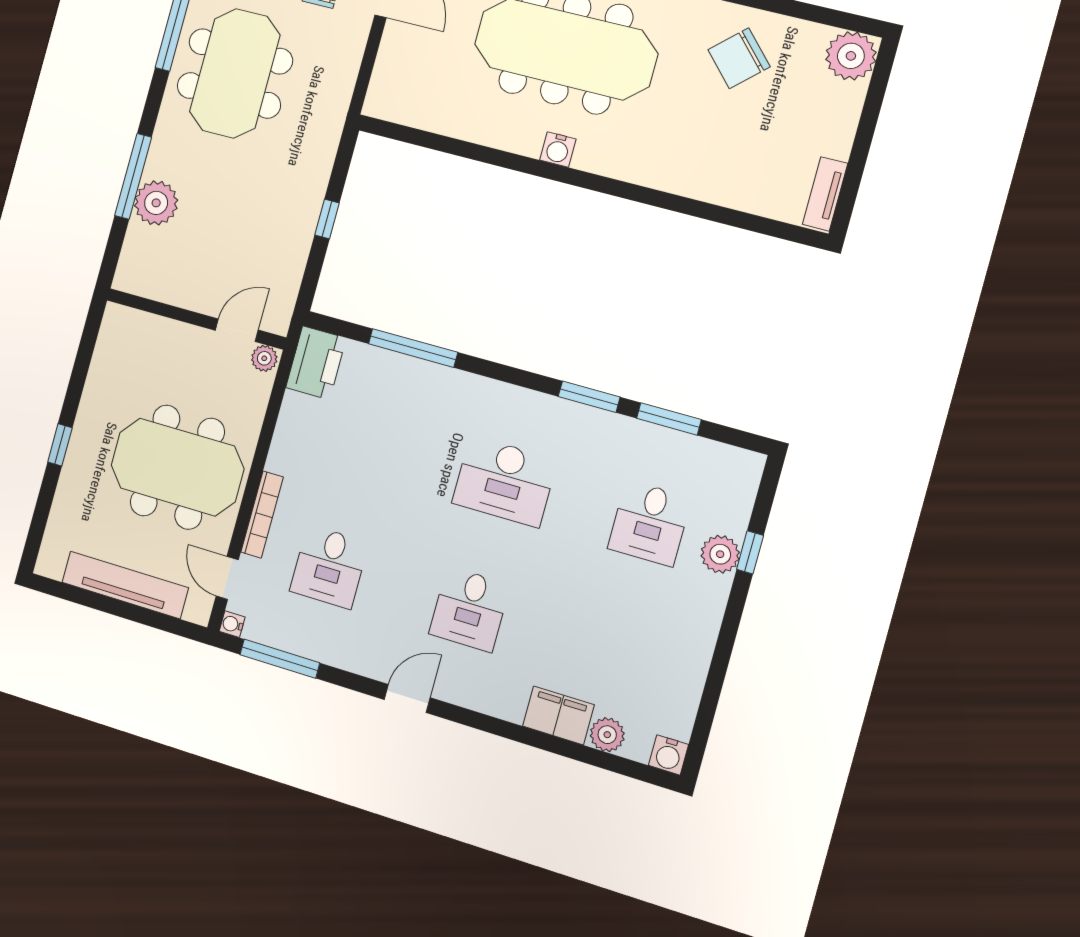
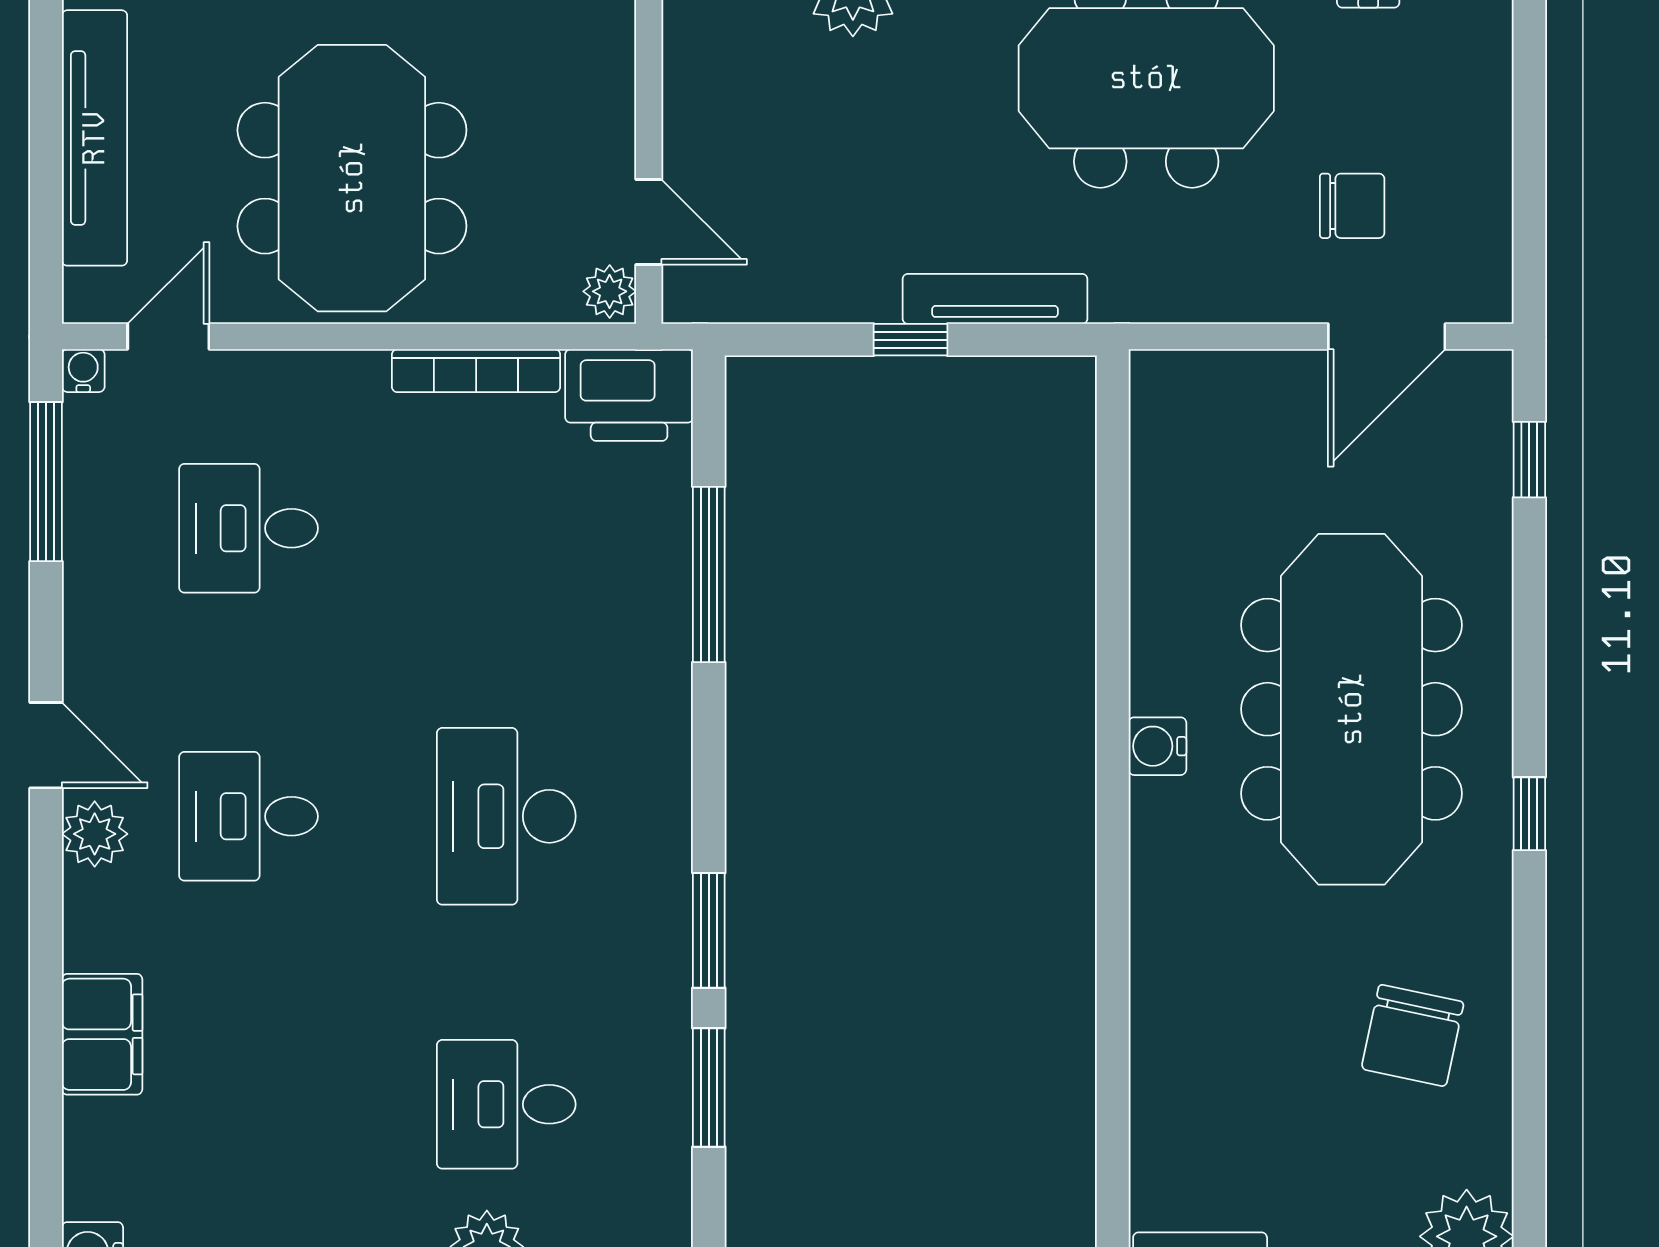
chair: (739, 58) -> (1413, 1036), turned -125
tv unit: (319, 173) -> (995, 299), added
bookcase: (262, 515) -> (476, 371), moved
plant: (607, 735) -> (95, 834), moved

